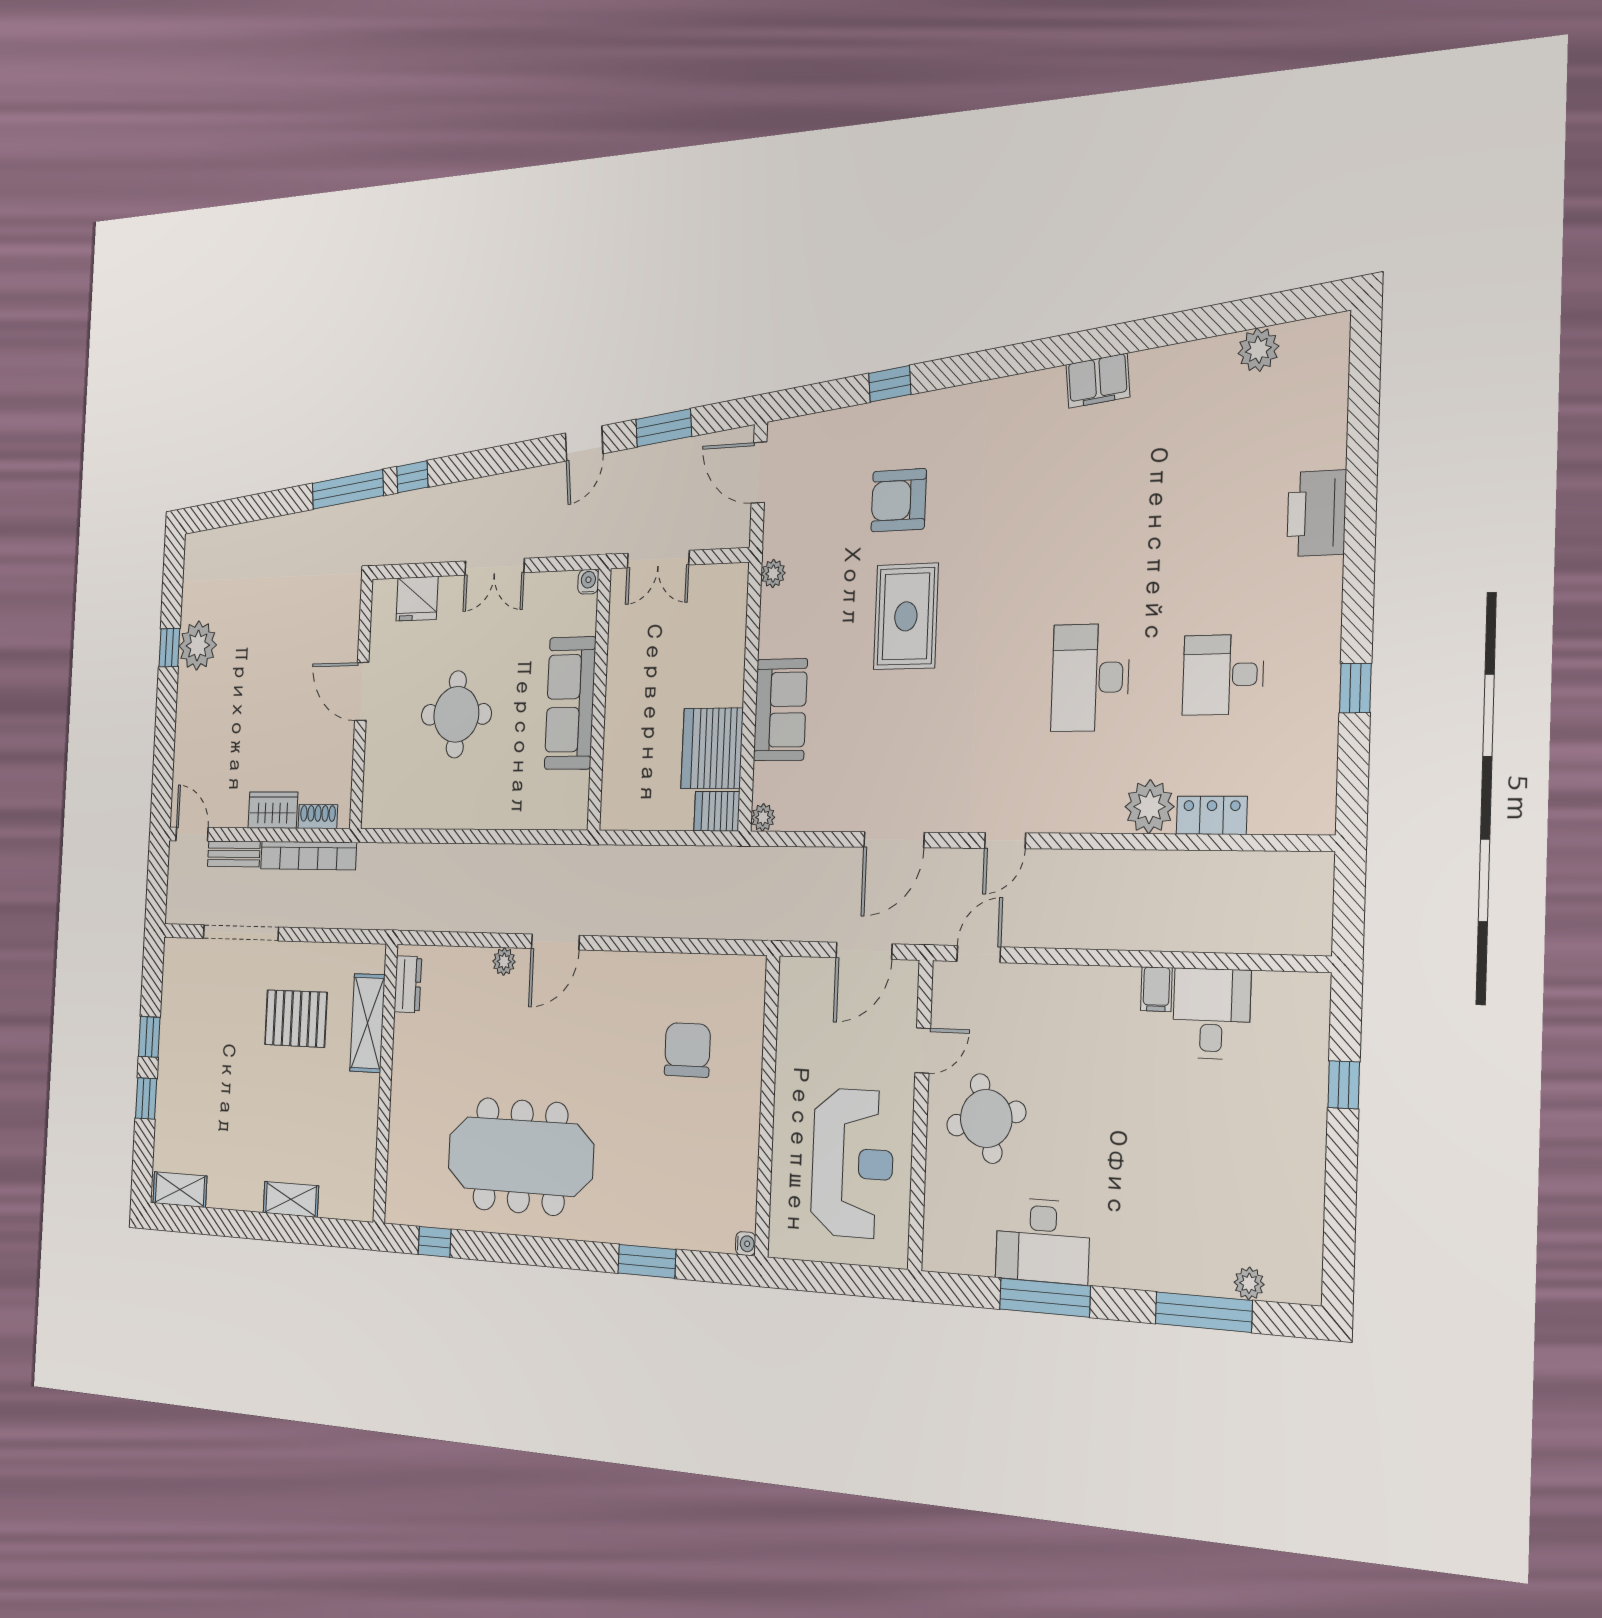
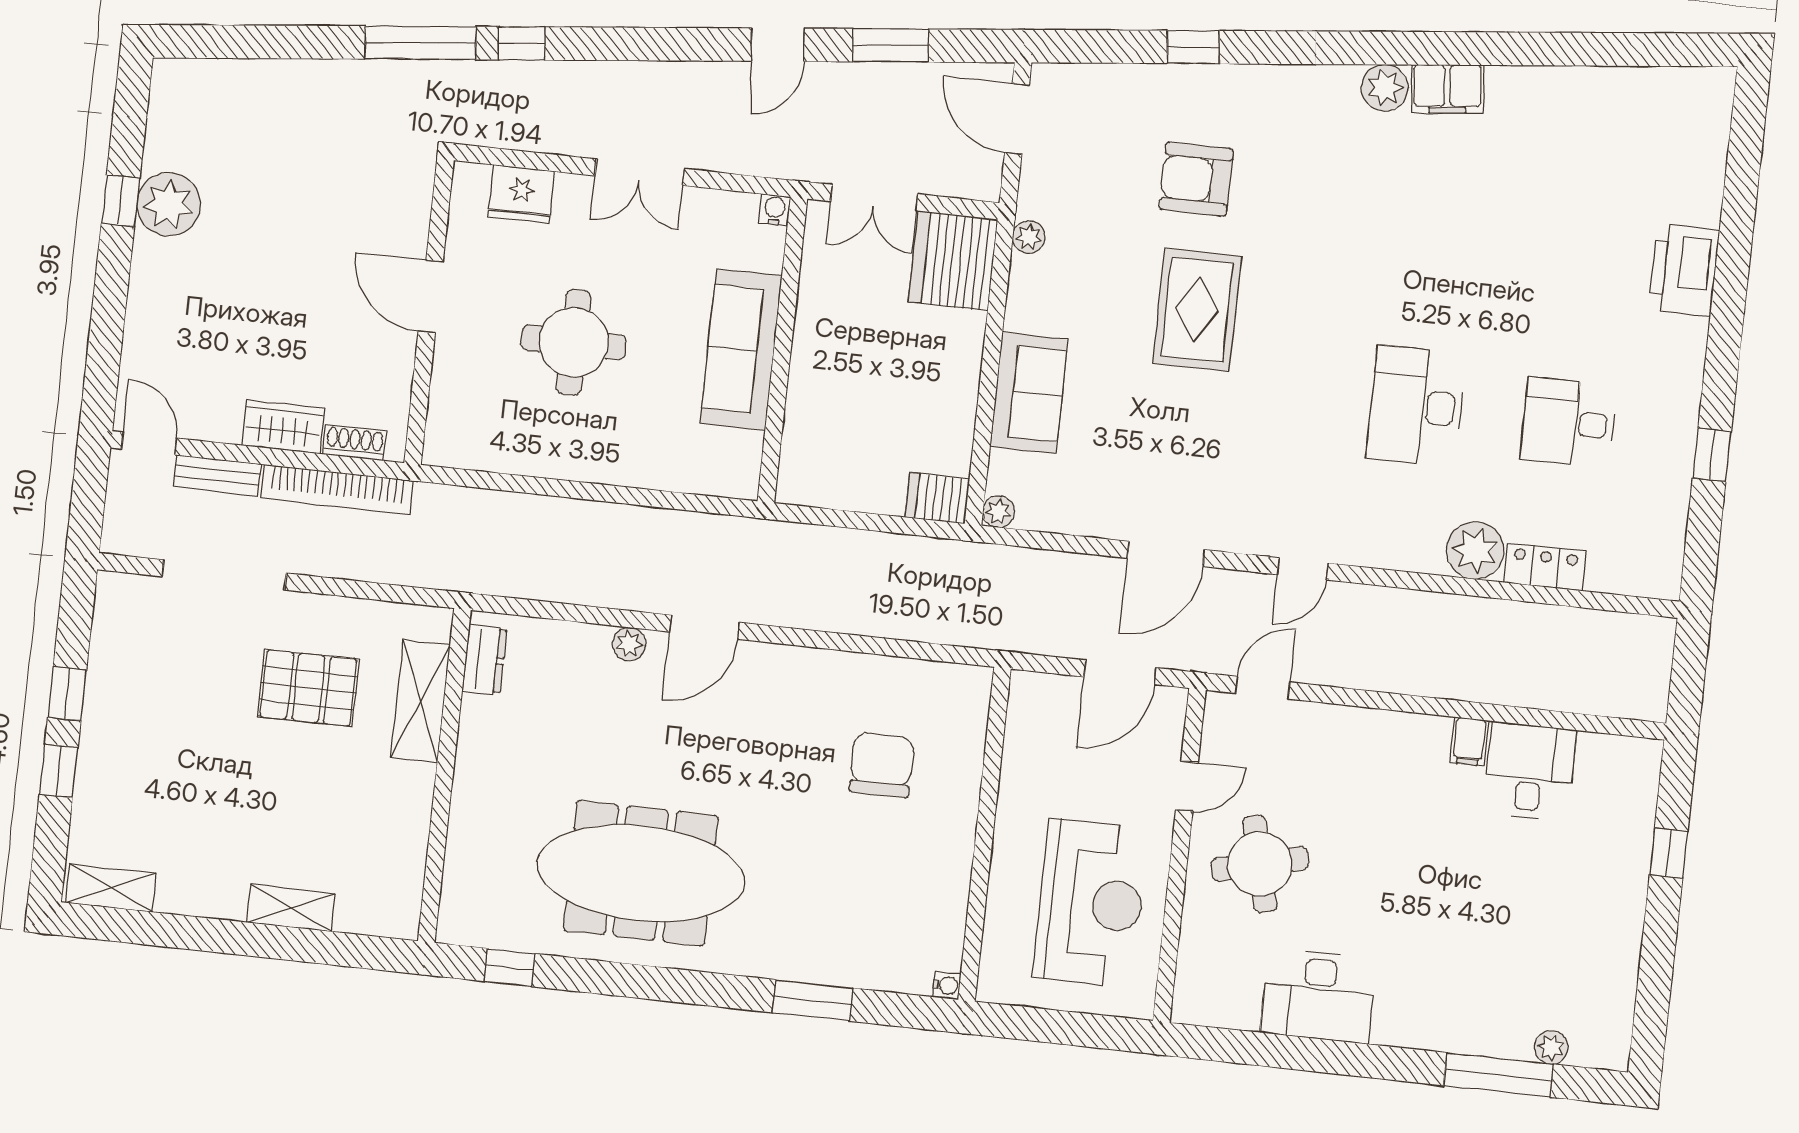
plant: (1258, 350) -> (1385, 88), moved
server rack: (712, 748) -> (953, 261), moved
window: (1045, 1298) -> (1317, 1055), removed

